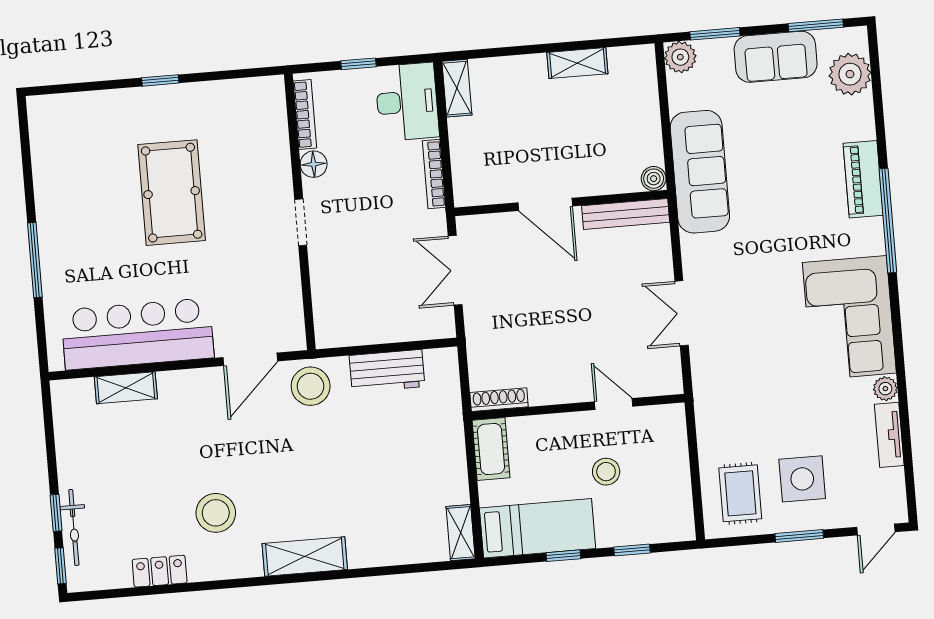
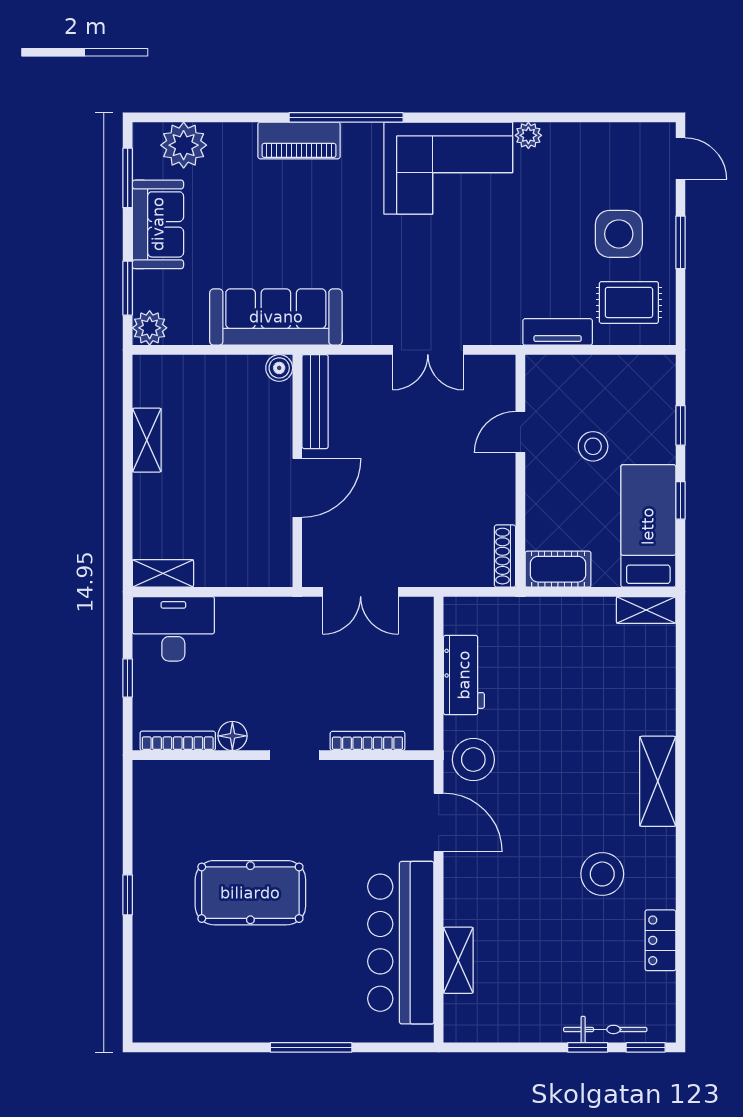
bookcase: (434, 174) -> (367, 741), moved, turned 180
tv unit: (889, 435) -> (558, 332), moved, turned 180

